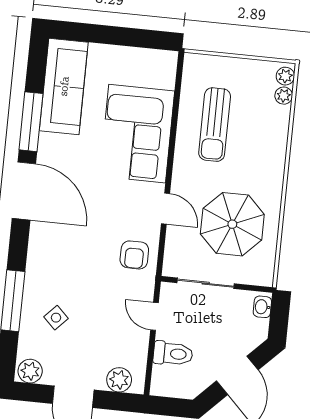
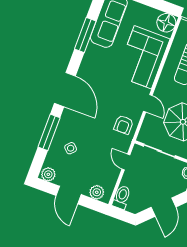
floor lamp: (161, 66) -> (166, 23), added
door: (24, 191) -> (65, 90), moved
toilet: (173, 354) -> (122, 197), moved, turned -90

